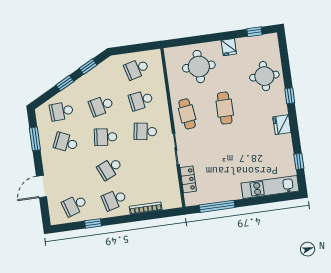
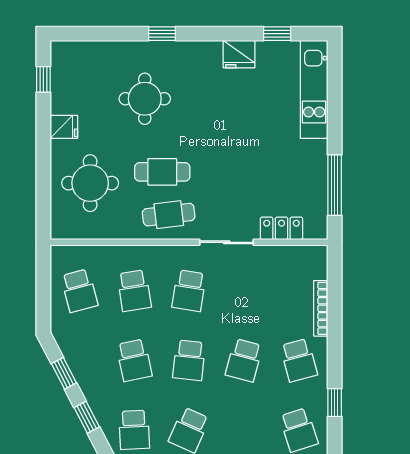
round table: (264, 76) -> (145, 99), moved
cafe table: (225, 108) -> (162, 172), moved
fridge: (282, 125) -> (239, 54), moved
school desk: (110, 168) -> (244, 360), turned 39

